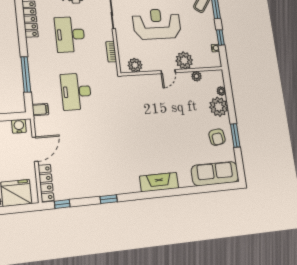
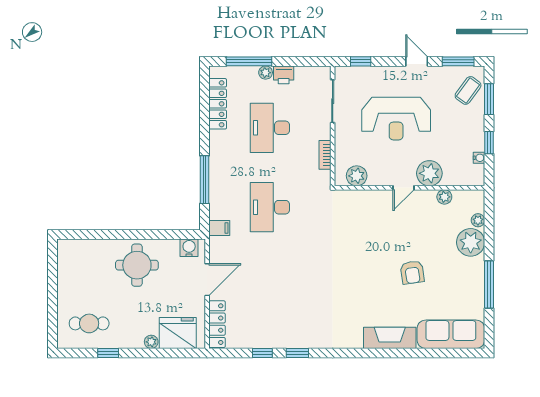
reception desk: (157, 24) -> (396, 119), turned 180
window: (235, 136) -> (489, 285), width x1.44
armchair: (217, 137) -> (412, 272), moved
fireplace: (159, 182) -> (390, 338), moved
window: (62, 204) -> (262, 353), moved

